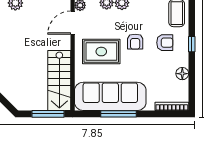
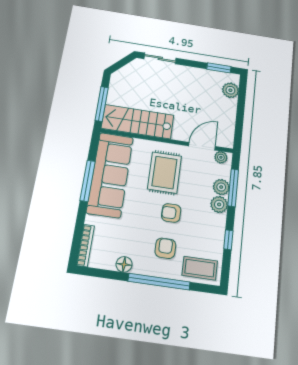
door: (73, 23) -> (202, 146), hinge flipped
armchair: (165, 43) -> (165, 248), turned 180
window: (192, 44) -> (159, 282), width x3.17

